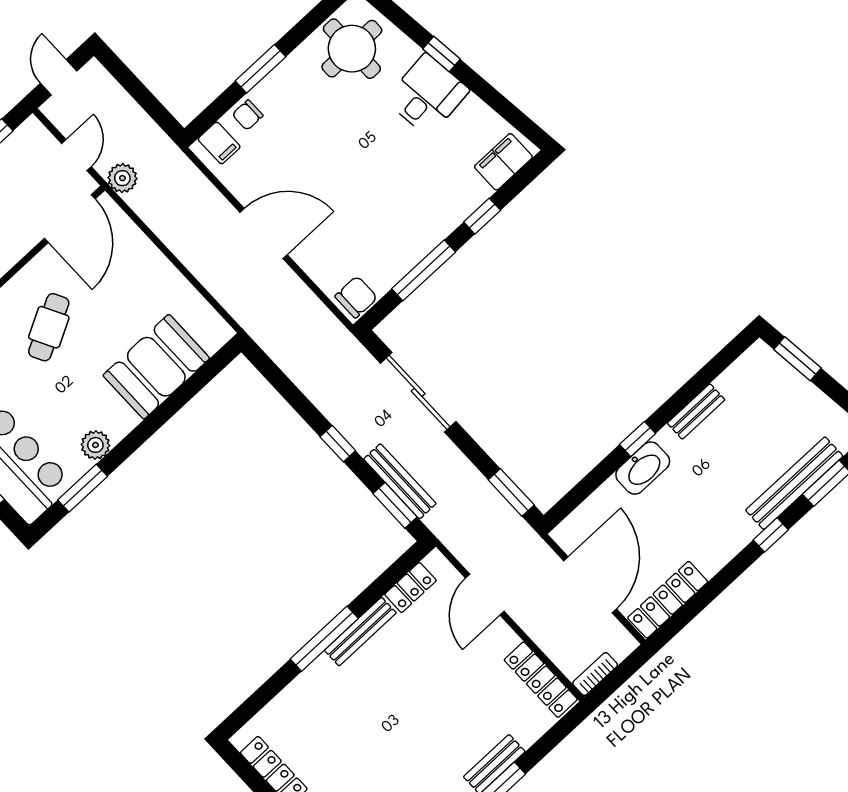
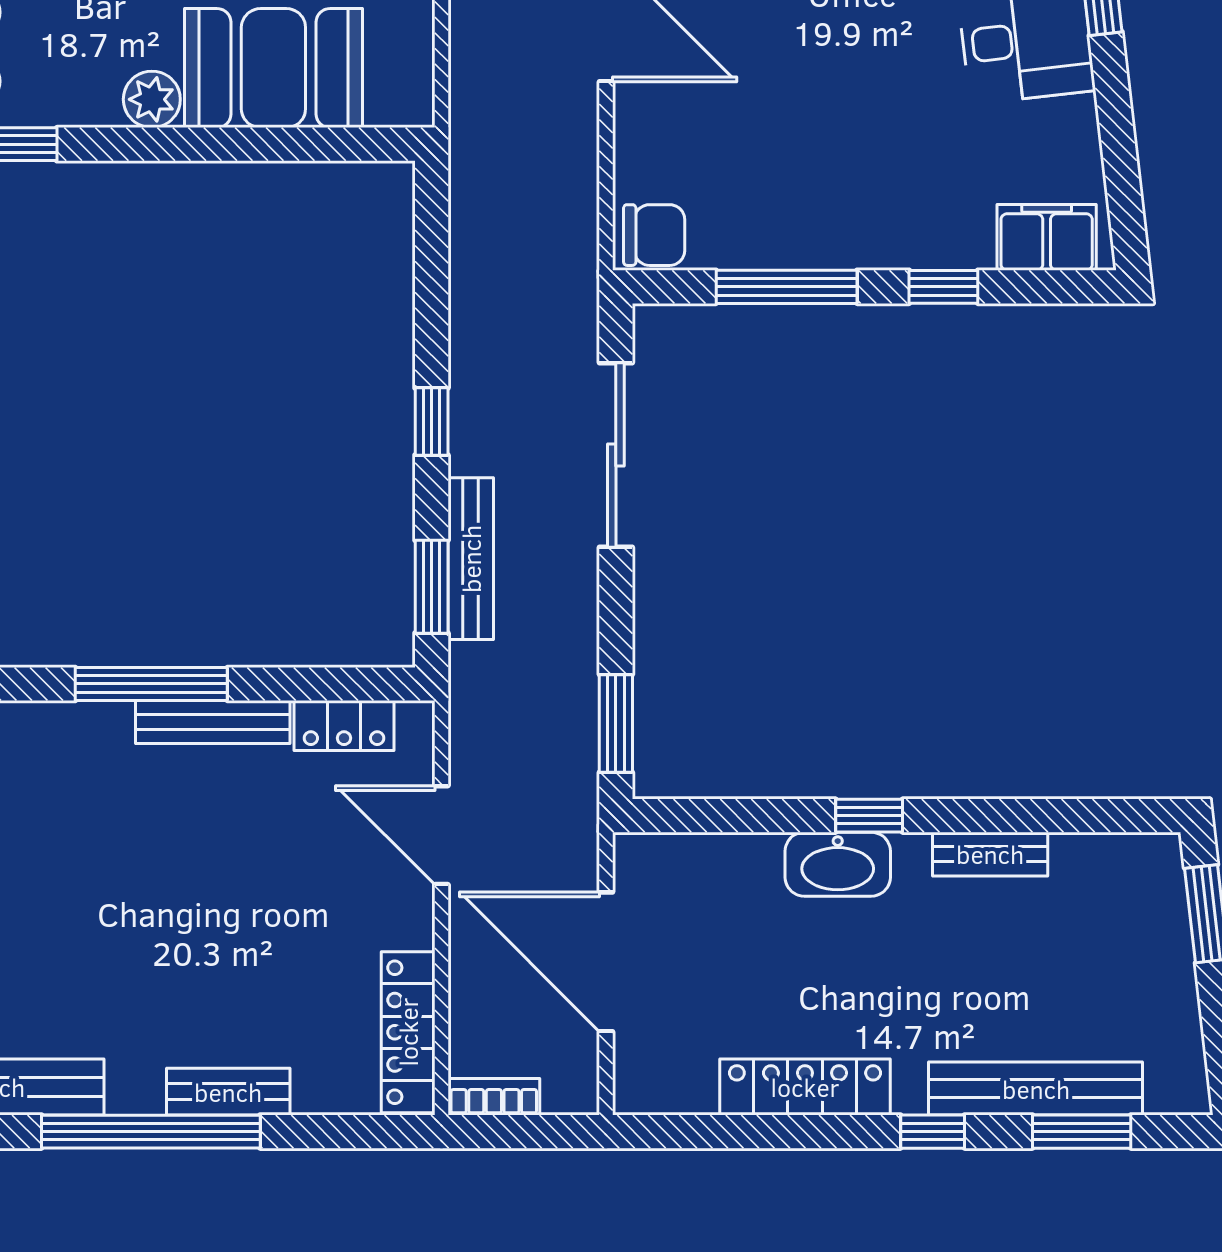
plant: (95, 445) -> (152, 99), moved
door: (590, 585) -> (606, 962), swing flipped
door: (485, 595) -> (441, 835), hinge flipped
locker: (668, 600) -> (805, 1087), moved

